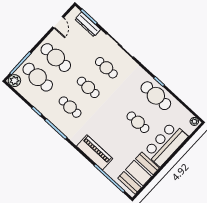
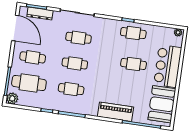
door: (58, 22) -> (15, 28), width x1.87
cafe table: (56, 58) -> (33, 57), width x0.73, depth x0.74
cafe table: (156, 96) -> (133, 33), width x0.73, depth x0.74

